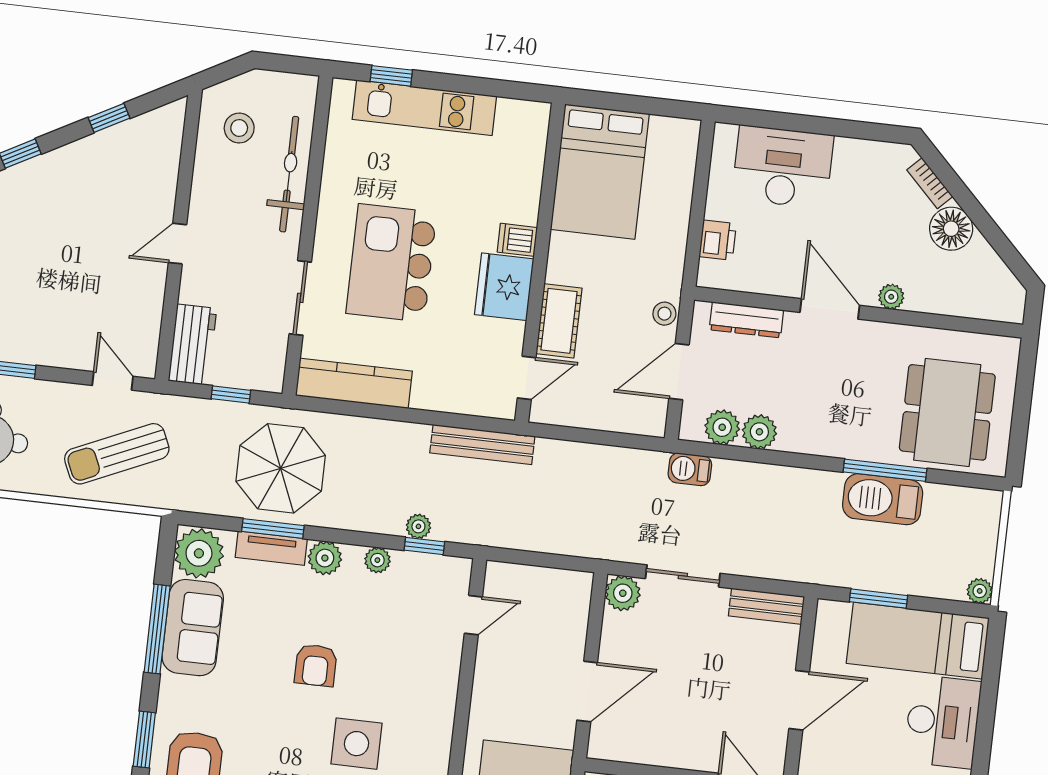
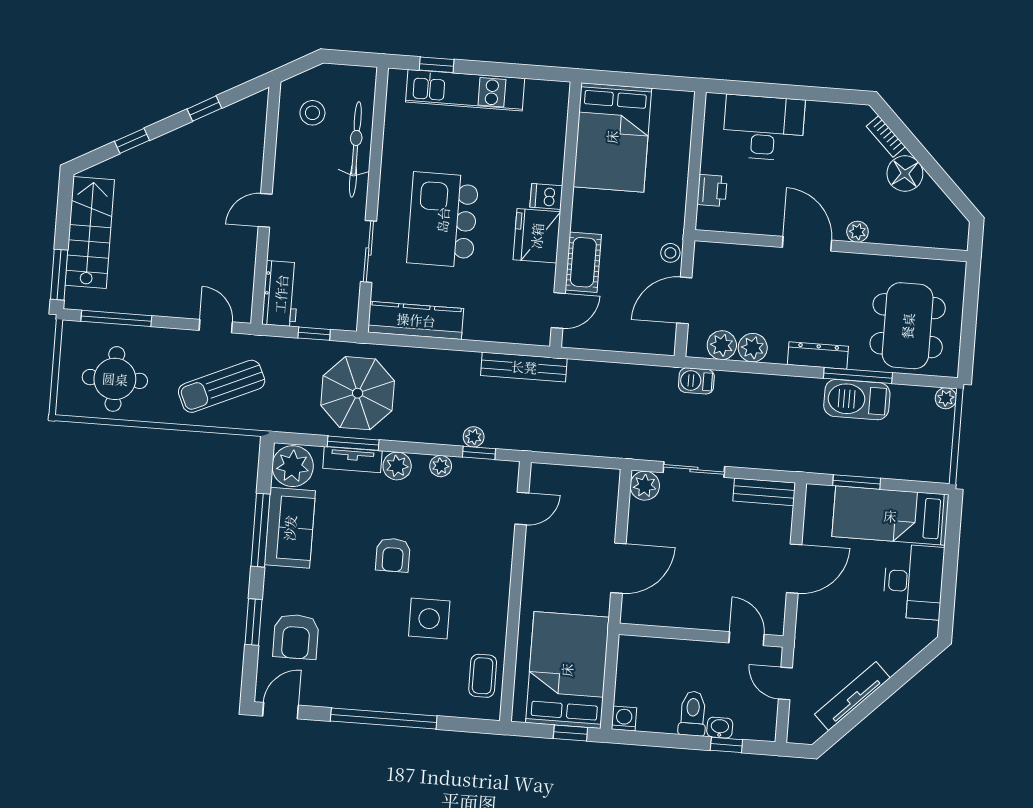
dresser: (746, 320) -> (818, 355), moved, turned 180
plant: (980, 591) -> (946, 398), moved

